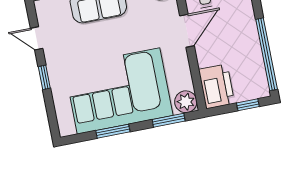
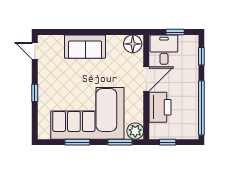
door: (37, 38) -> (35, 51), moved
printer: (217, 86) -> (160, 107), moved
window: (248, 105) -> (168, 142), moved

